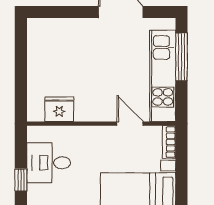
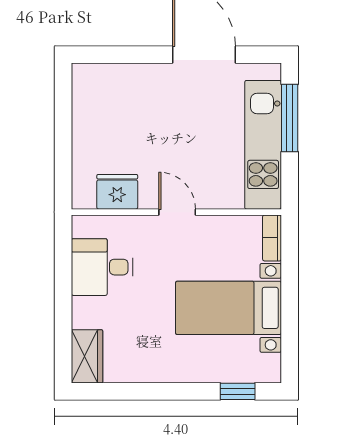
door: (130, 124) -> (177, 212), moved
window: (21, 180) -> (63, 291), removed

